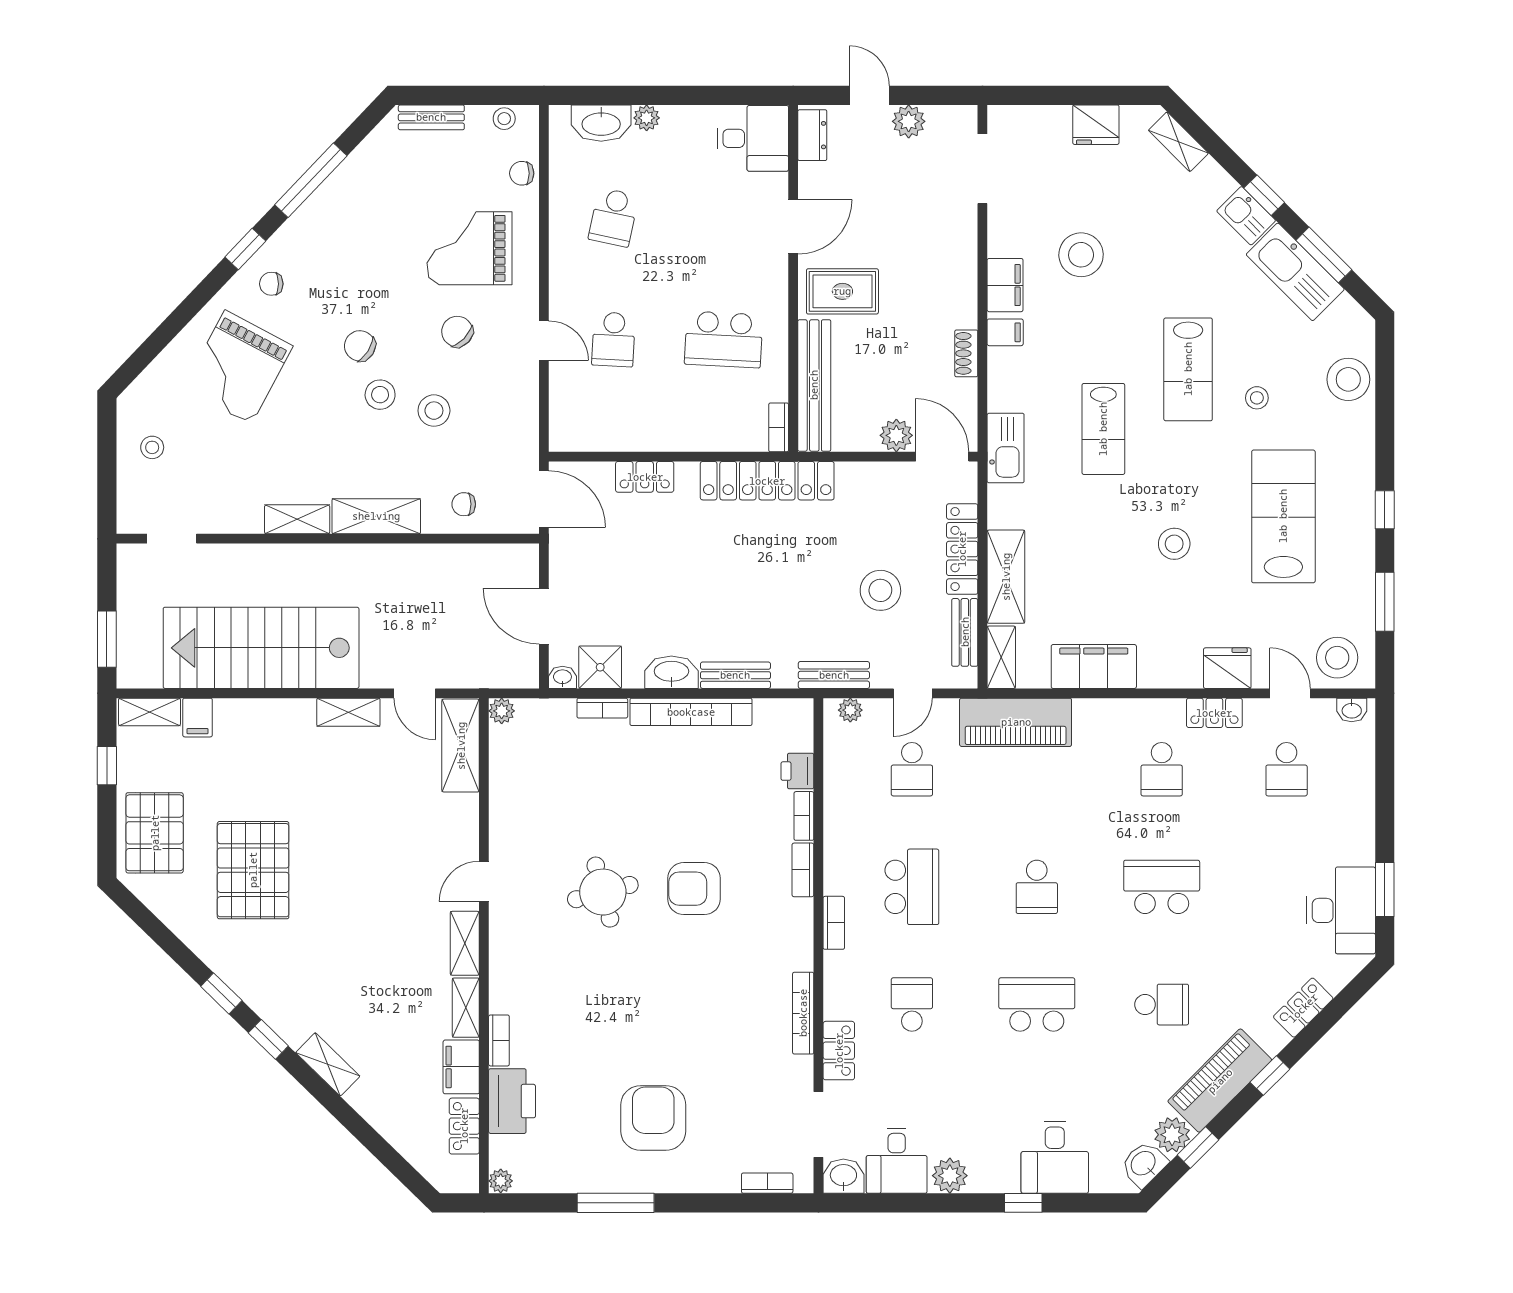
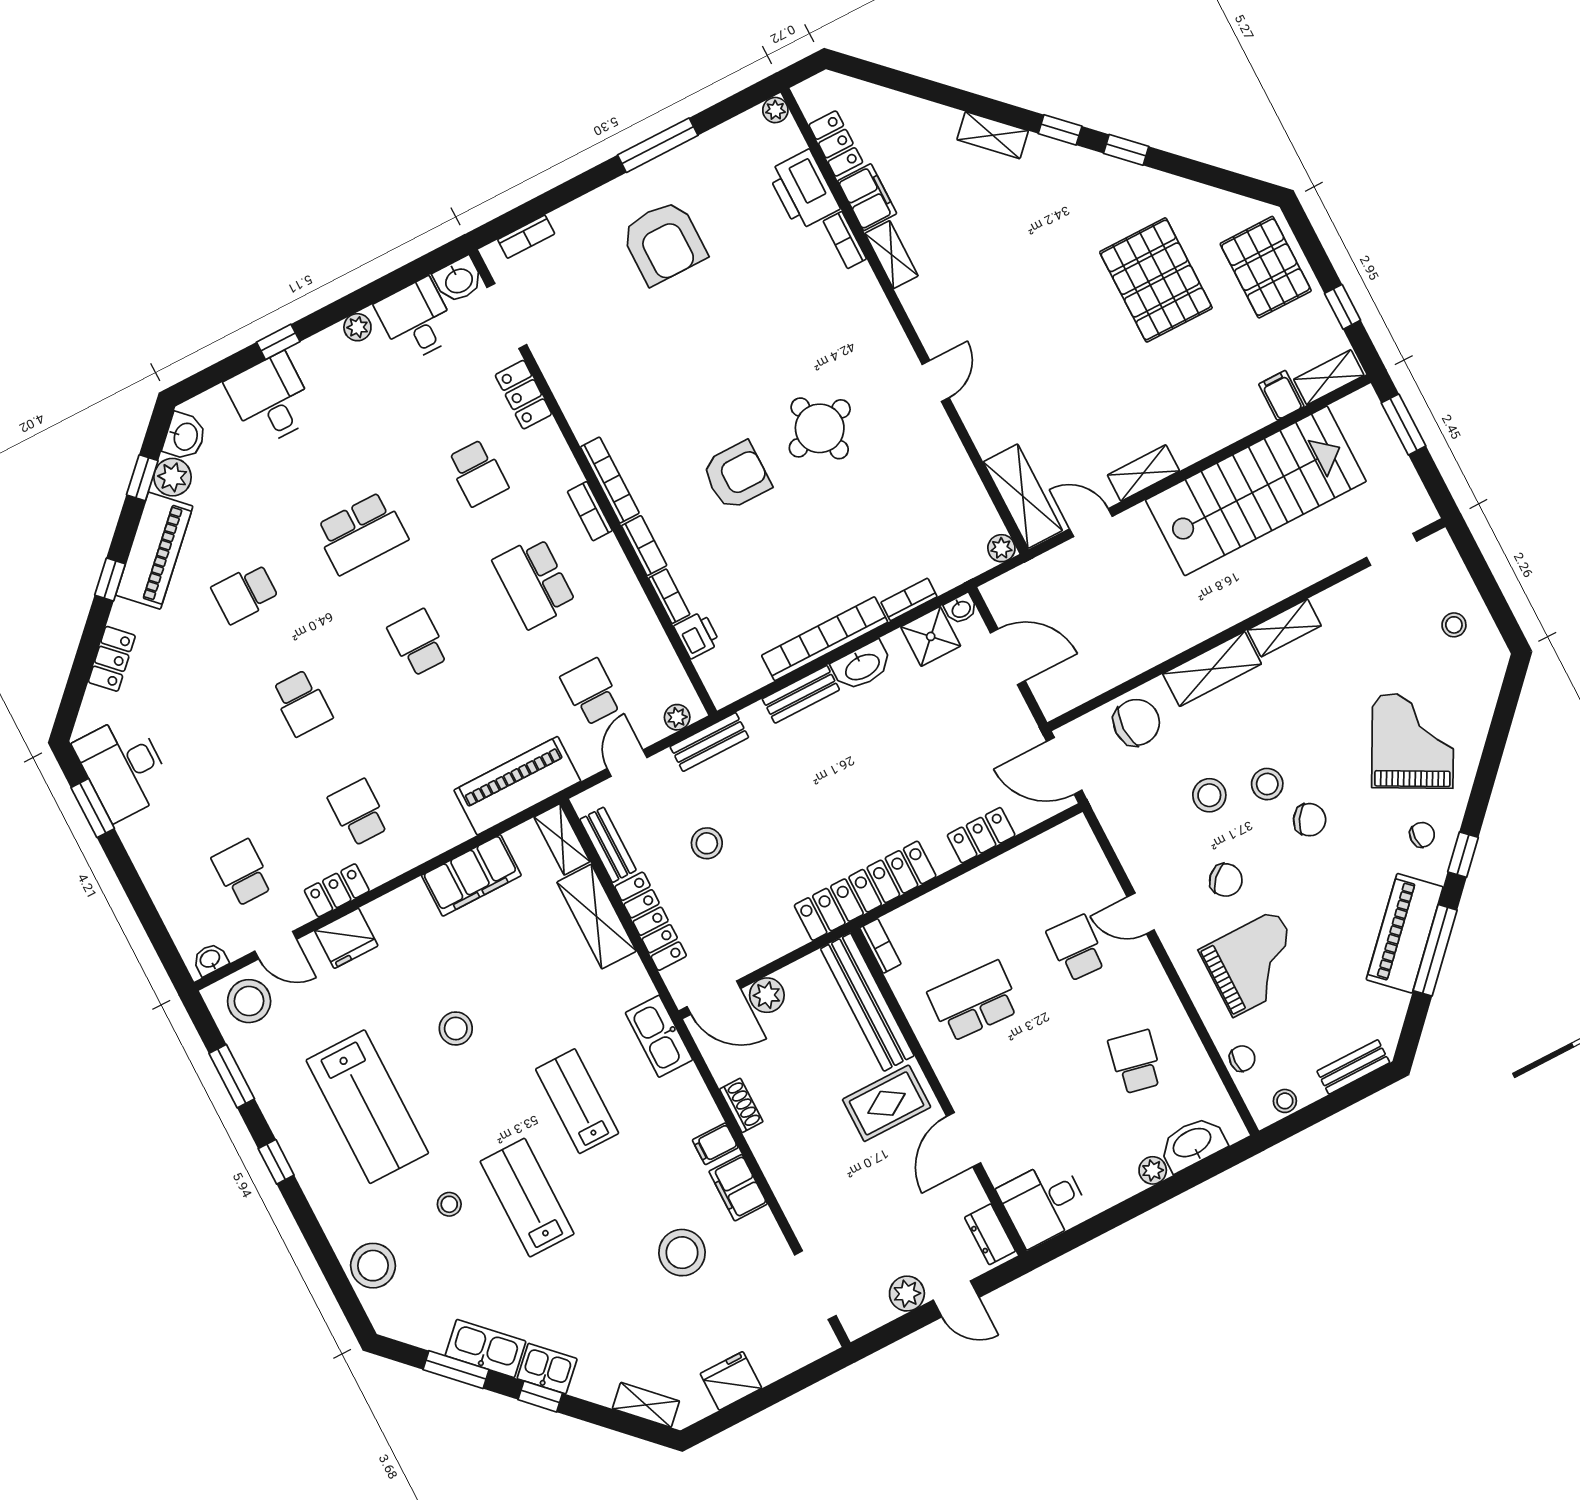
piano: (329, 208) -> (1405, 933), added
kitchen sink: (1295, 272) -> (486, 1348), width x0.73, depth x0.81
chair: (464, 504) -> (1136, 722), width x1.87, depth x1.87
stool: (880, 590) -> (707, 843), width x0.73, depth x0.73
school desk: (1162, 887) -> (302, 703), width x0.54
shelving: (465, 943) -> (924, 314), removed
bookcase: (803, 1013) -> (610, 480), moved
plant: (950, 1176) -> (357, 327), width x0.73, depth x0.73

